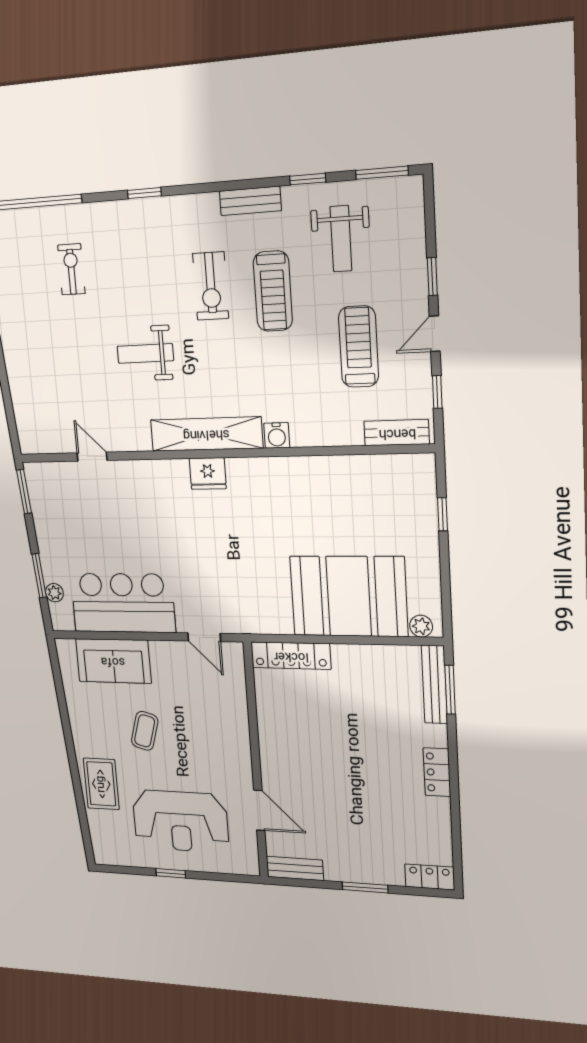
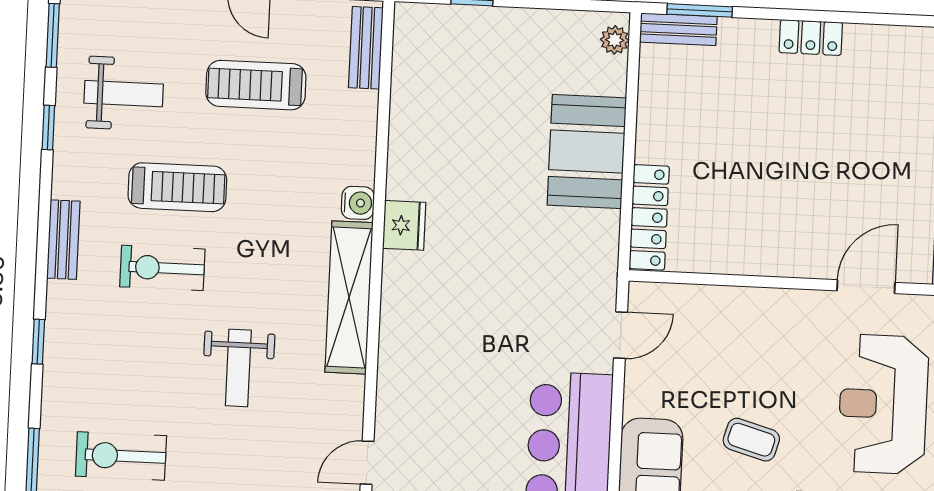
bench: (250, 201) -> (63, 240), moved
exercise bike: (71, 269) -> (121, 456), width x1.38, depth x1.39
exercise bike: (211, 286) -> (162, 268), turned 180
fridge: (208, 474) -> (404, 225), moved
booth: (349, 596) -> (587, 151), width x0.73, depth x0.70
bench: (434, 684) -> (678, 29), width x0.73
reception desk: (180, 821) -> (883, 404), turned 180

